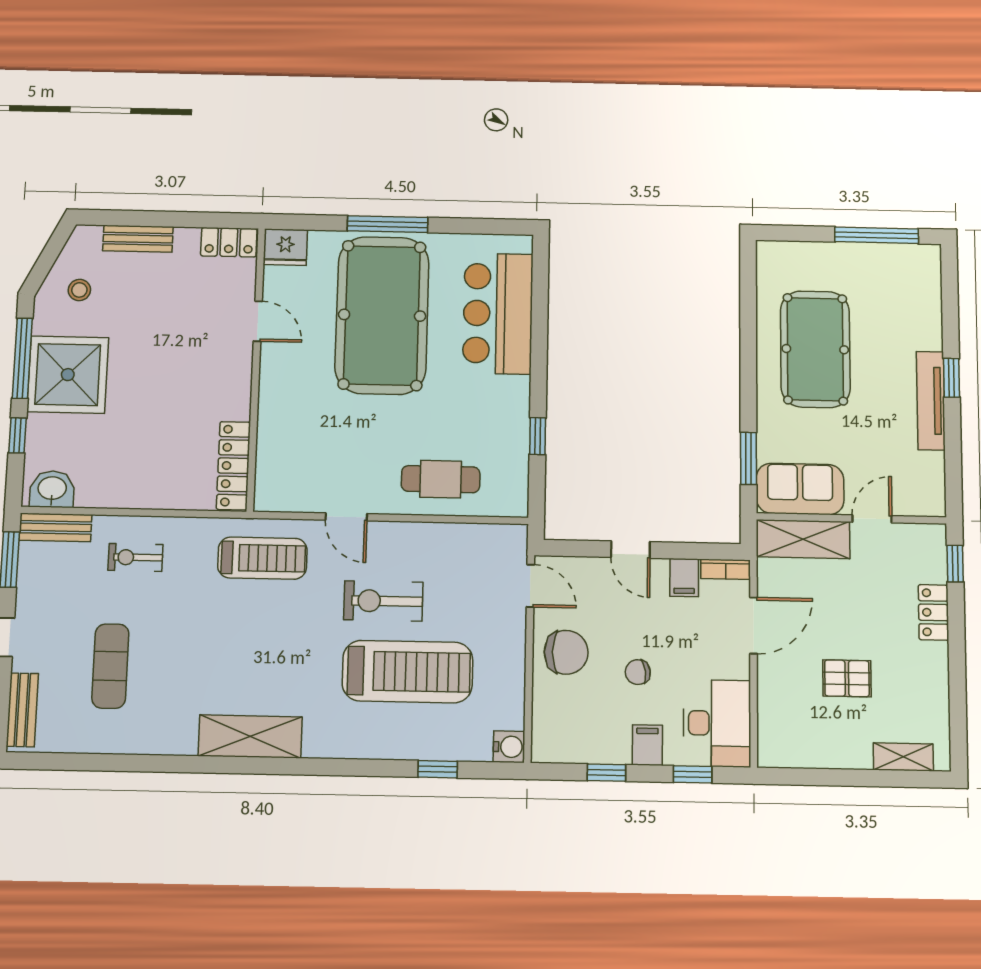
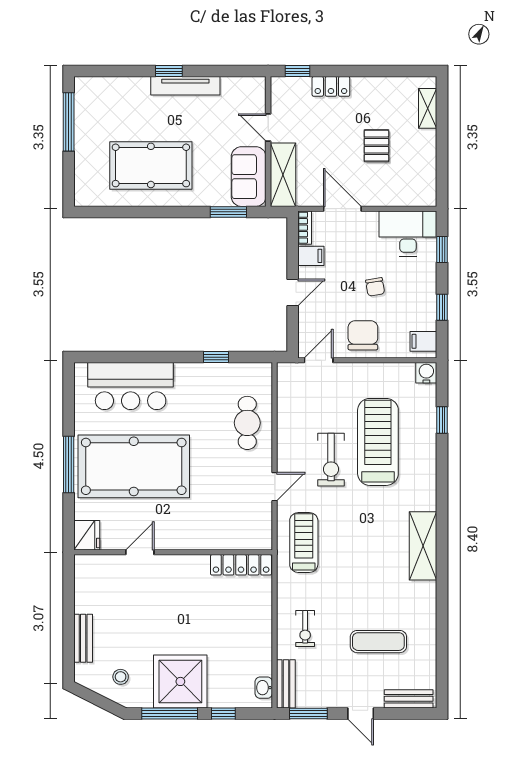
locker: (229, 242) -> (84, 575), removed
washbasin: (52, 489) -> (264, 688), width x0.72, depth x0.69
filing cabinet: (647, 745) -> (423, 341), moved

